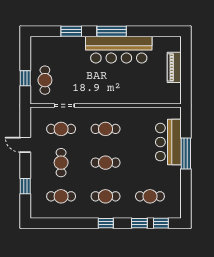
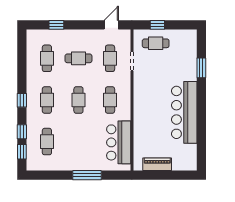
window: (112, 31) -> (201, 106), removed
piano: (174, 67) -> (157, 164), moved
bar counter: (168, 142) -> (119, 142), moved, turned -90
door: (25, 145) -> (111, 25), moved

